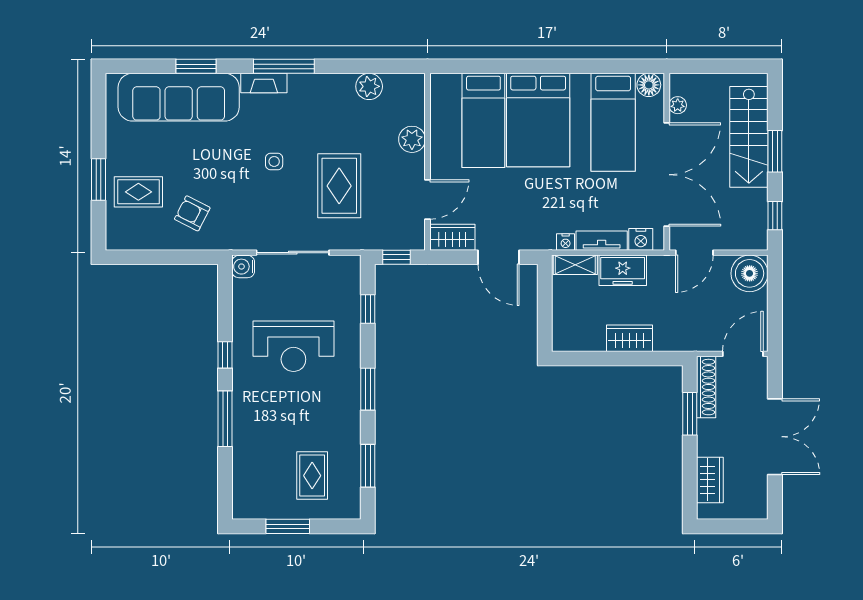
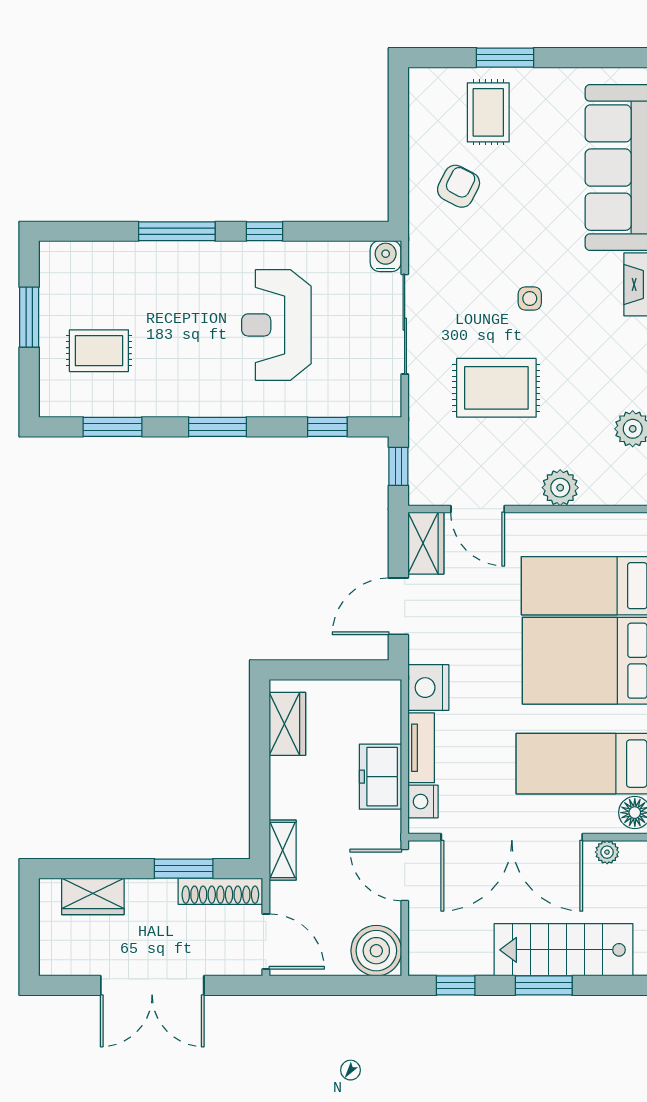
nightstand: (566, 242) -> (428, 688), width x1.89, depth x1.79
shelving: (575, 265) -> (283, 850), moved
wardrobe: (629, 338) -> (287, 724), moved

